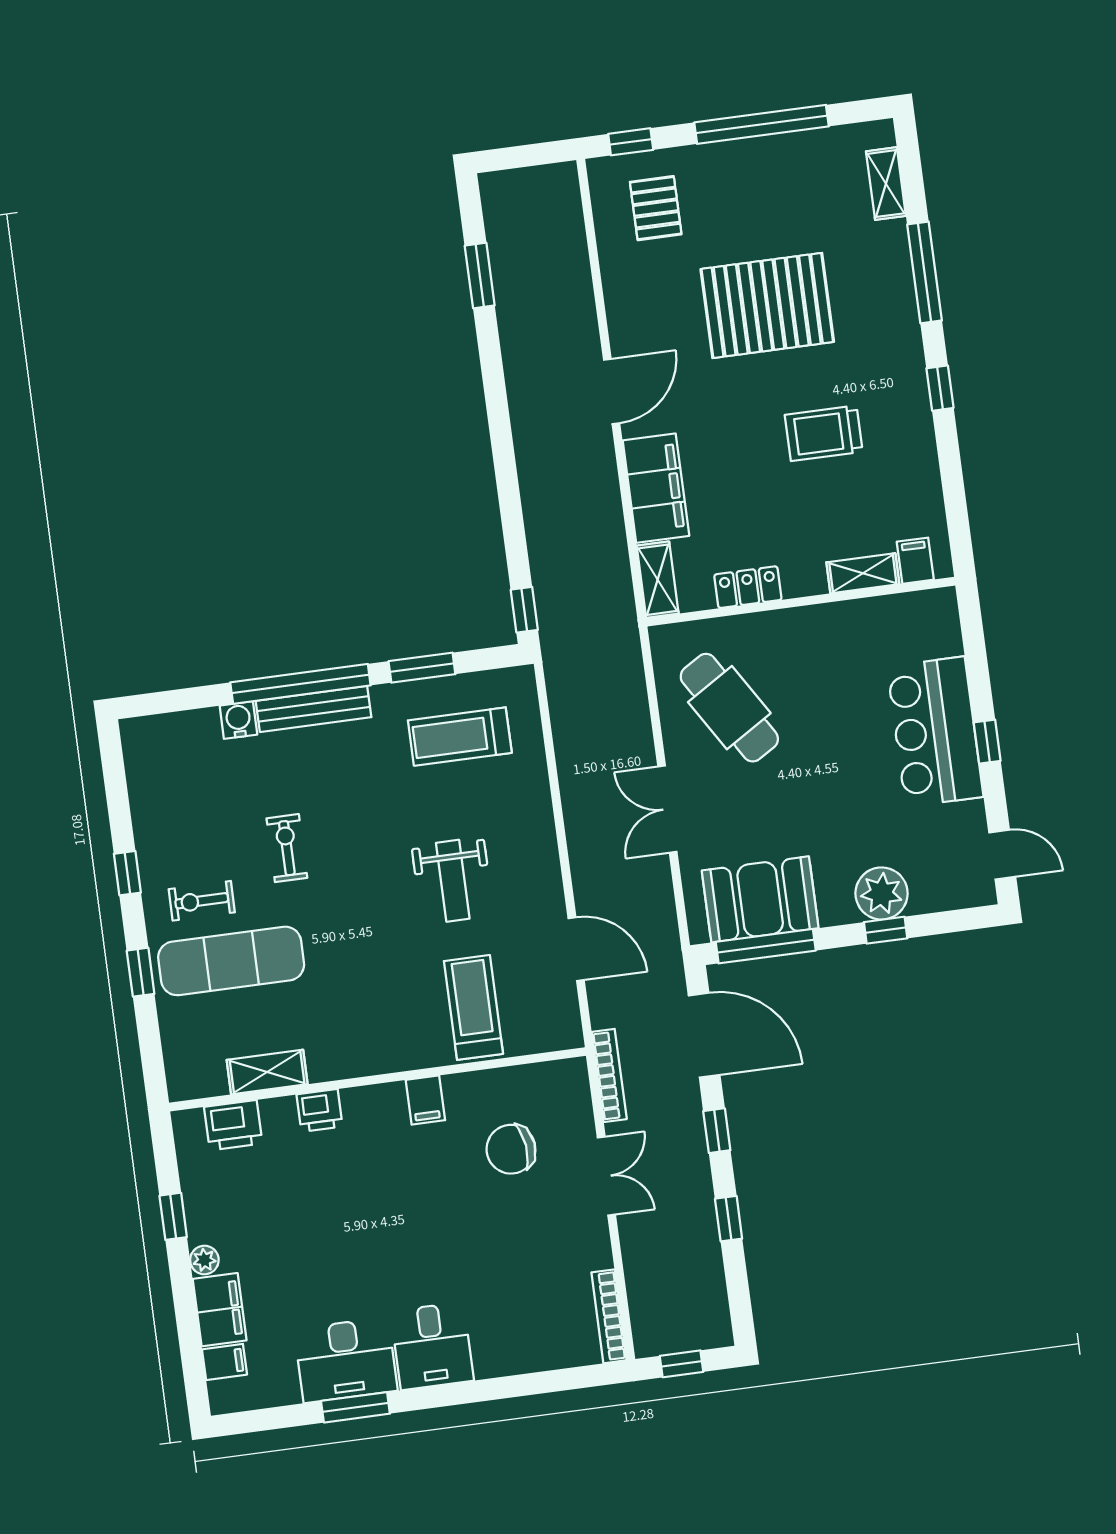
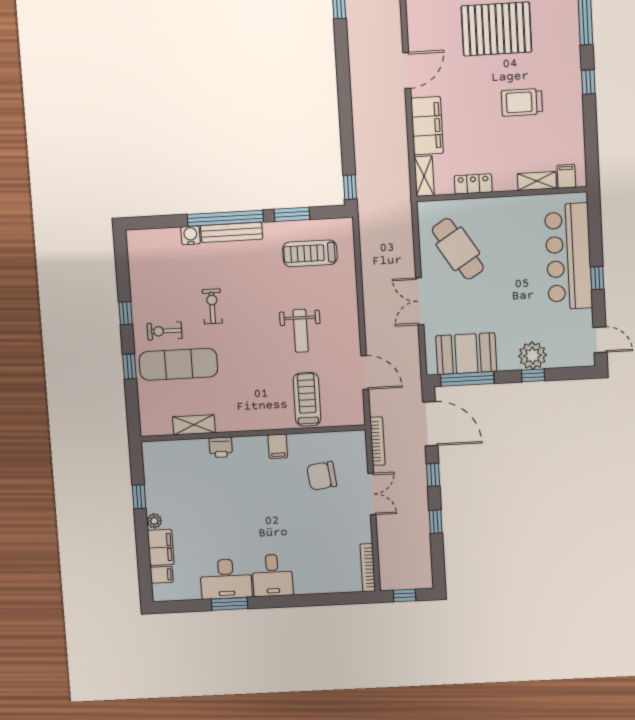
bar counter: (935, 732) -> (569, 256), width x1.36
printer: (233, 1125) -> (174, 451), removed

